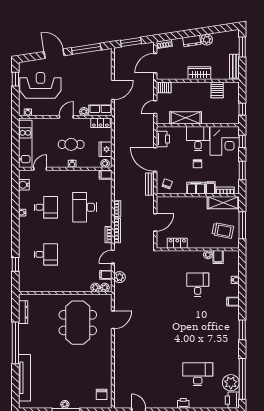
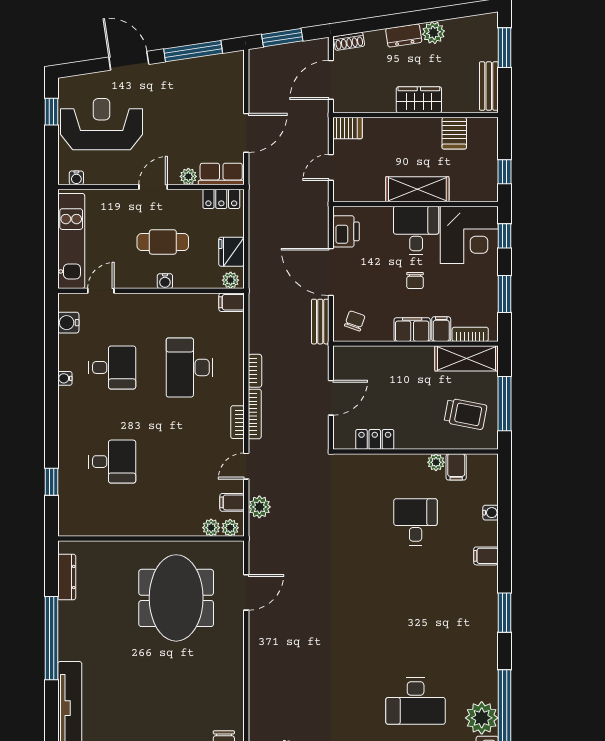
shelving: (186, 118) -> (417, 189), moved
desk: (198, 374) -> (416, 701), turned 180

